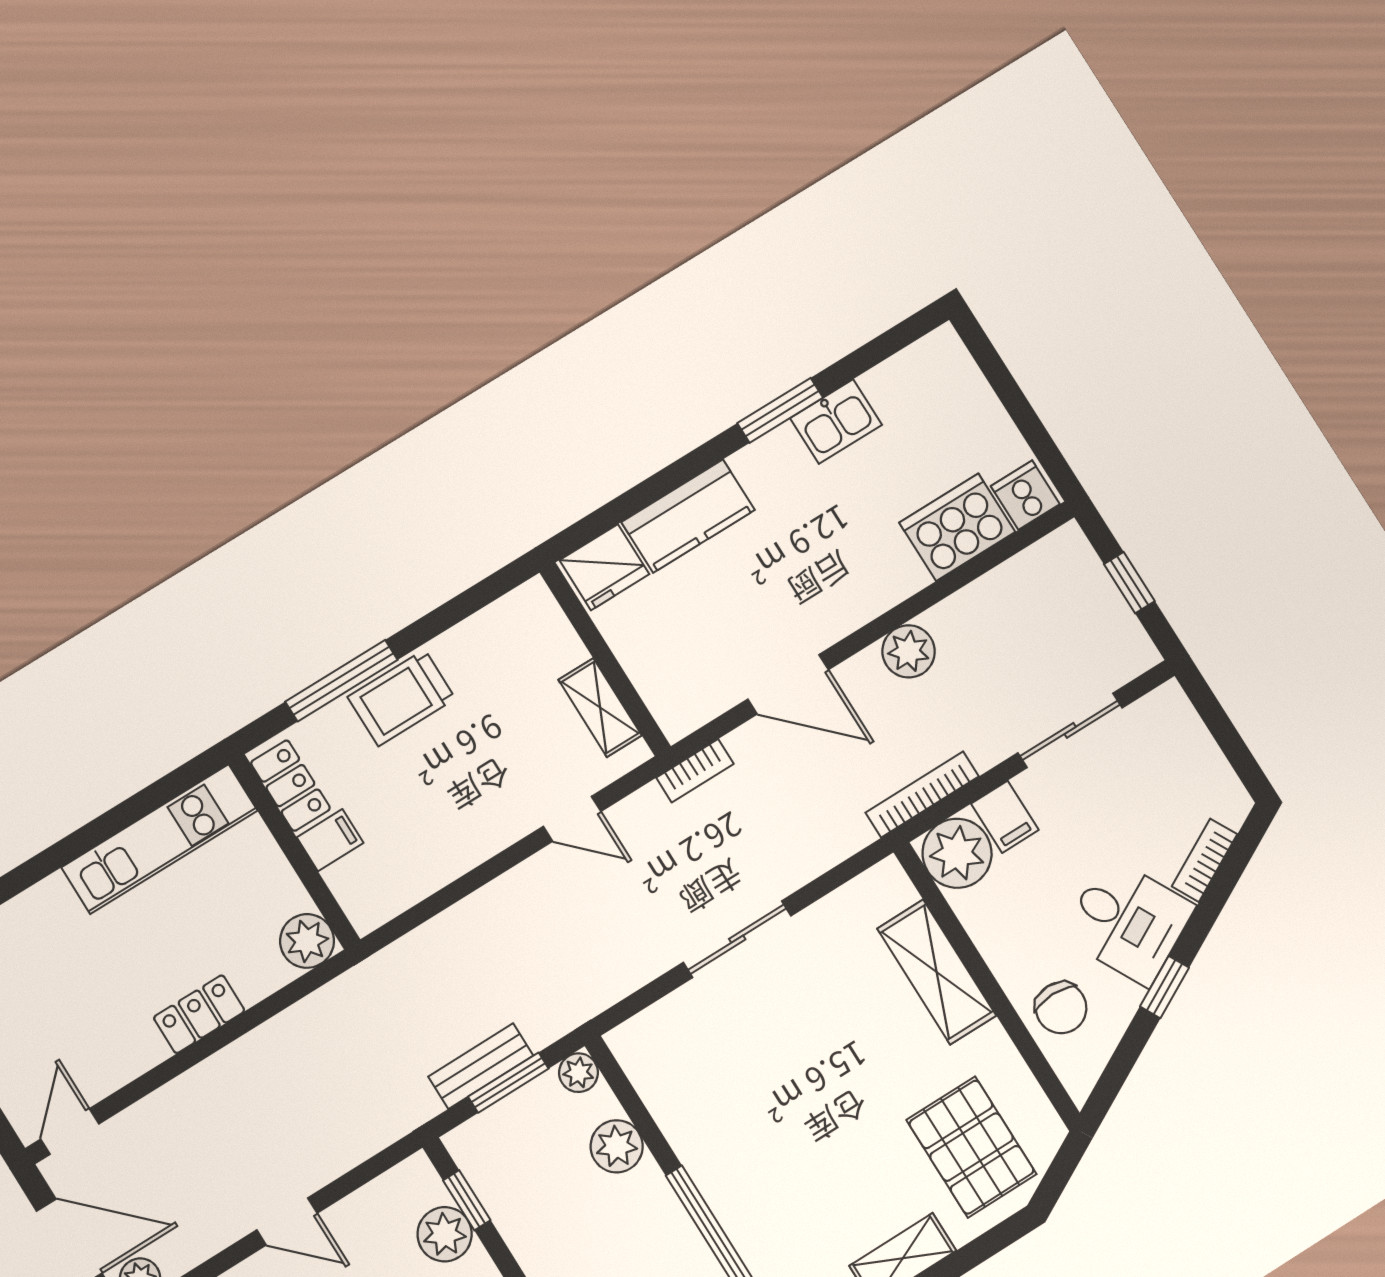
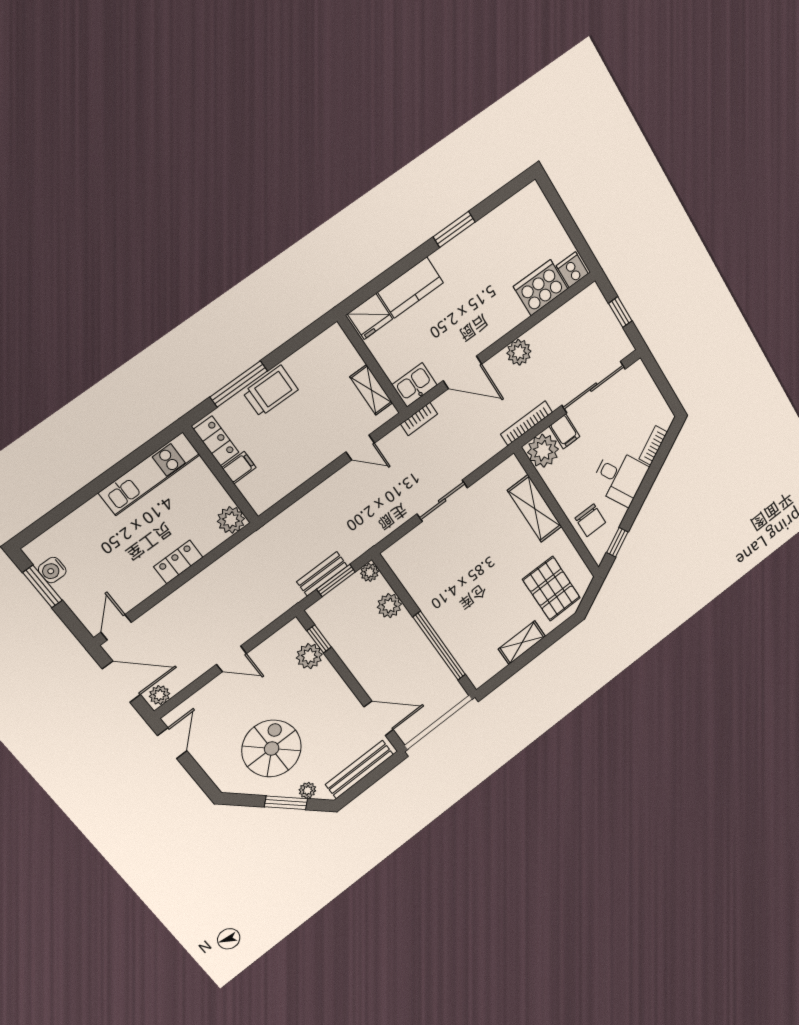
kitchen sink: (836, 421) -> (415, 385), moved, turned 180
trolley: (402, 698) -> (271, 391), turned 180
sliding door: (1070, 730) -> (594, 387), width x1.37
window: (1164, 987) -> (617, 542), moved

